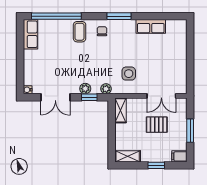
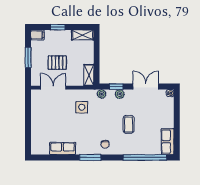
coffee table: (80, 32) -> (129, 124), moved

